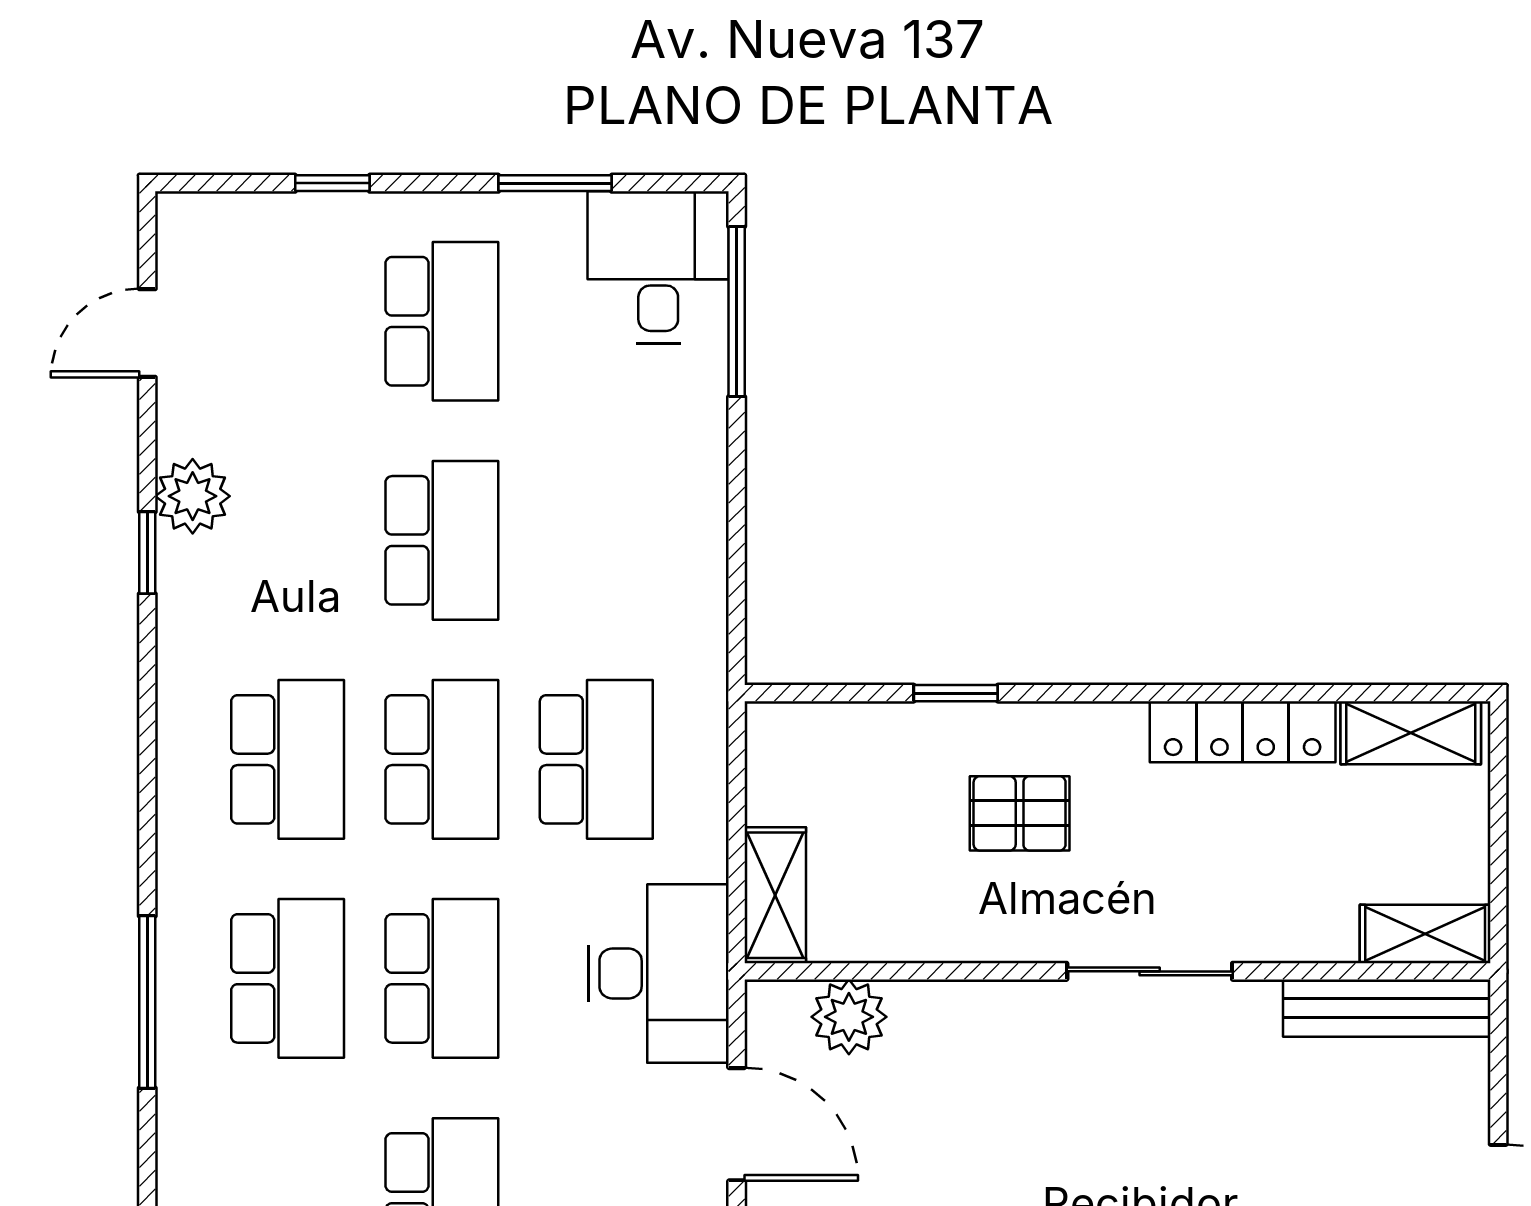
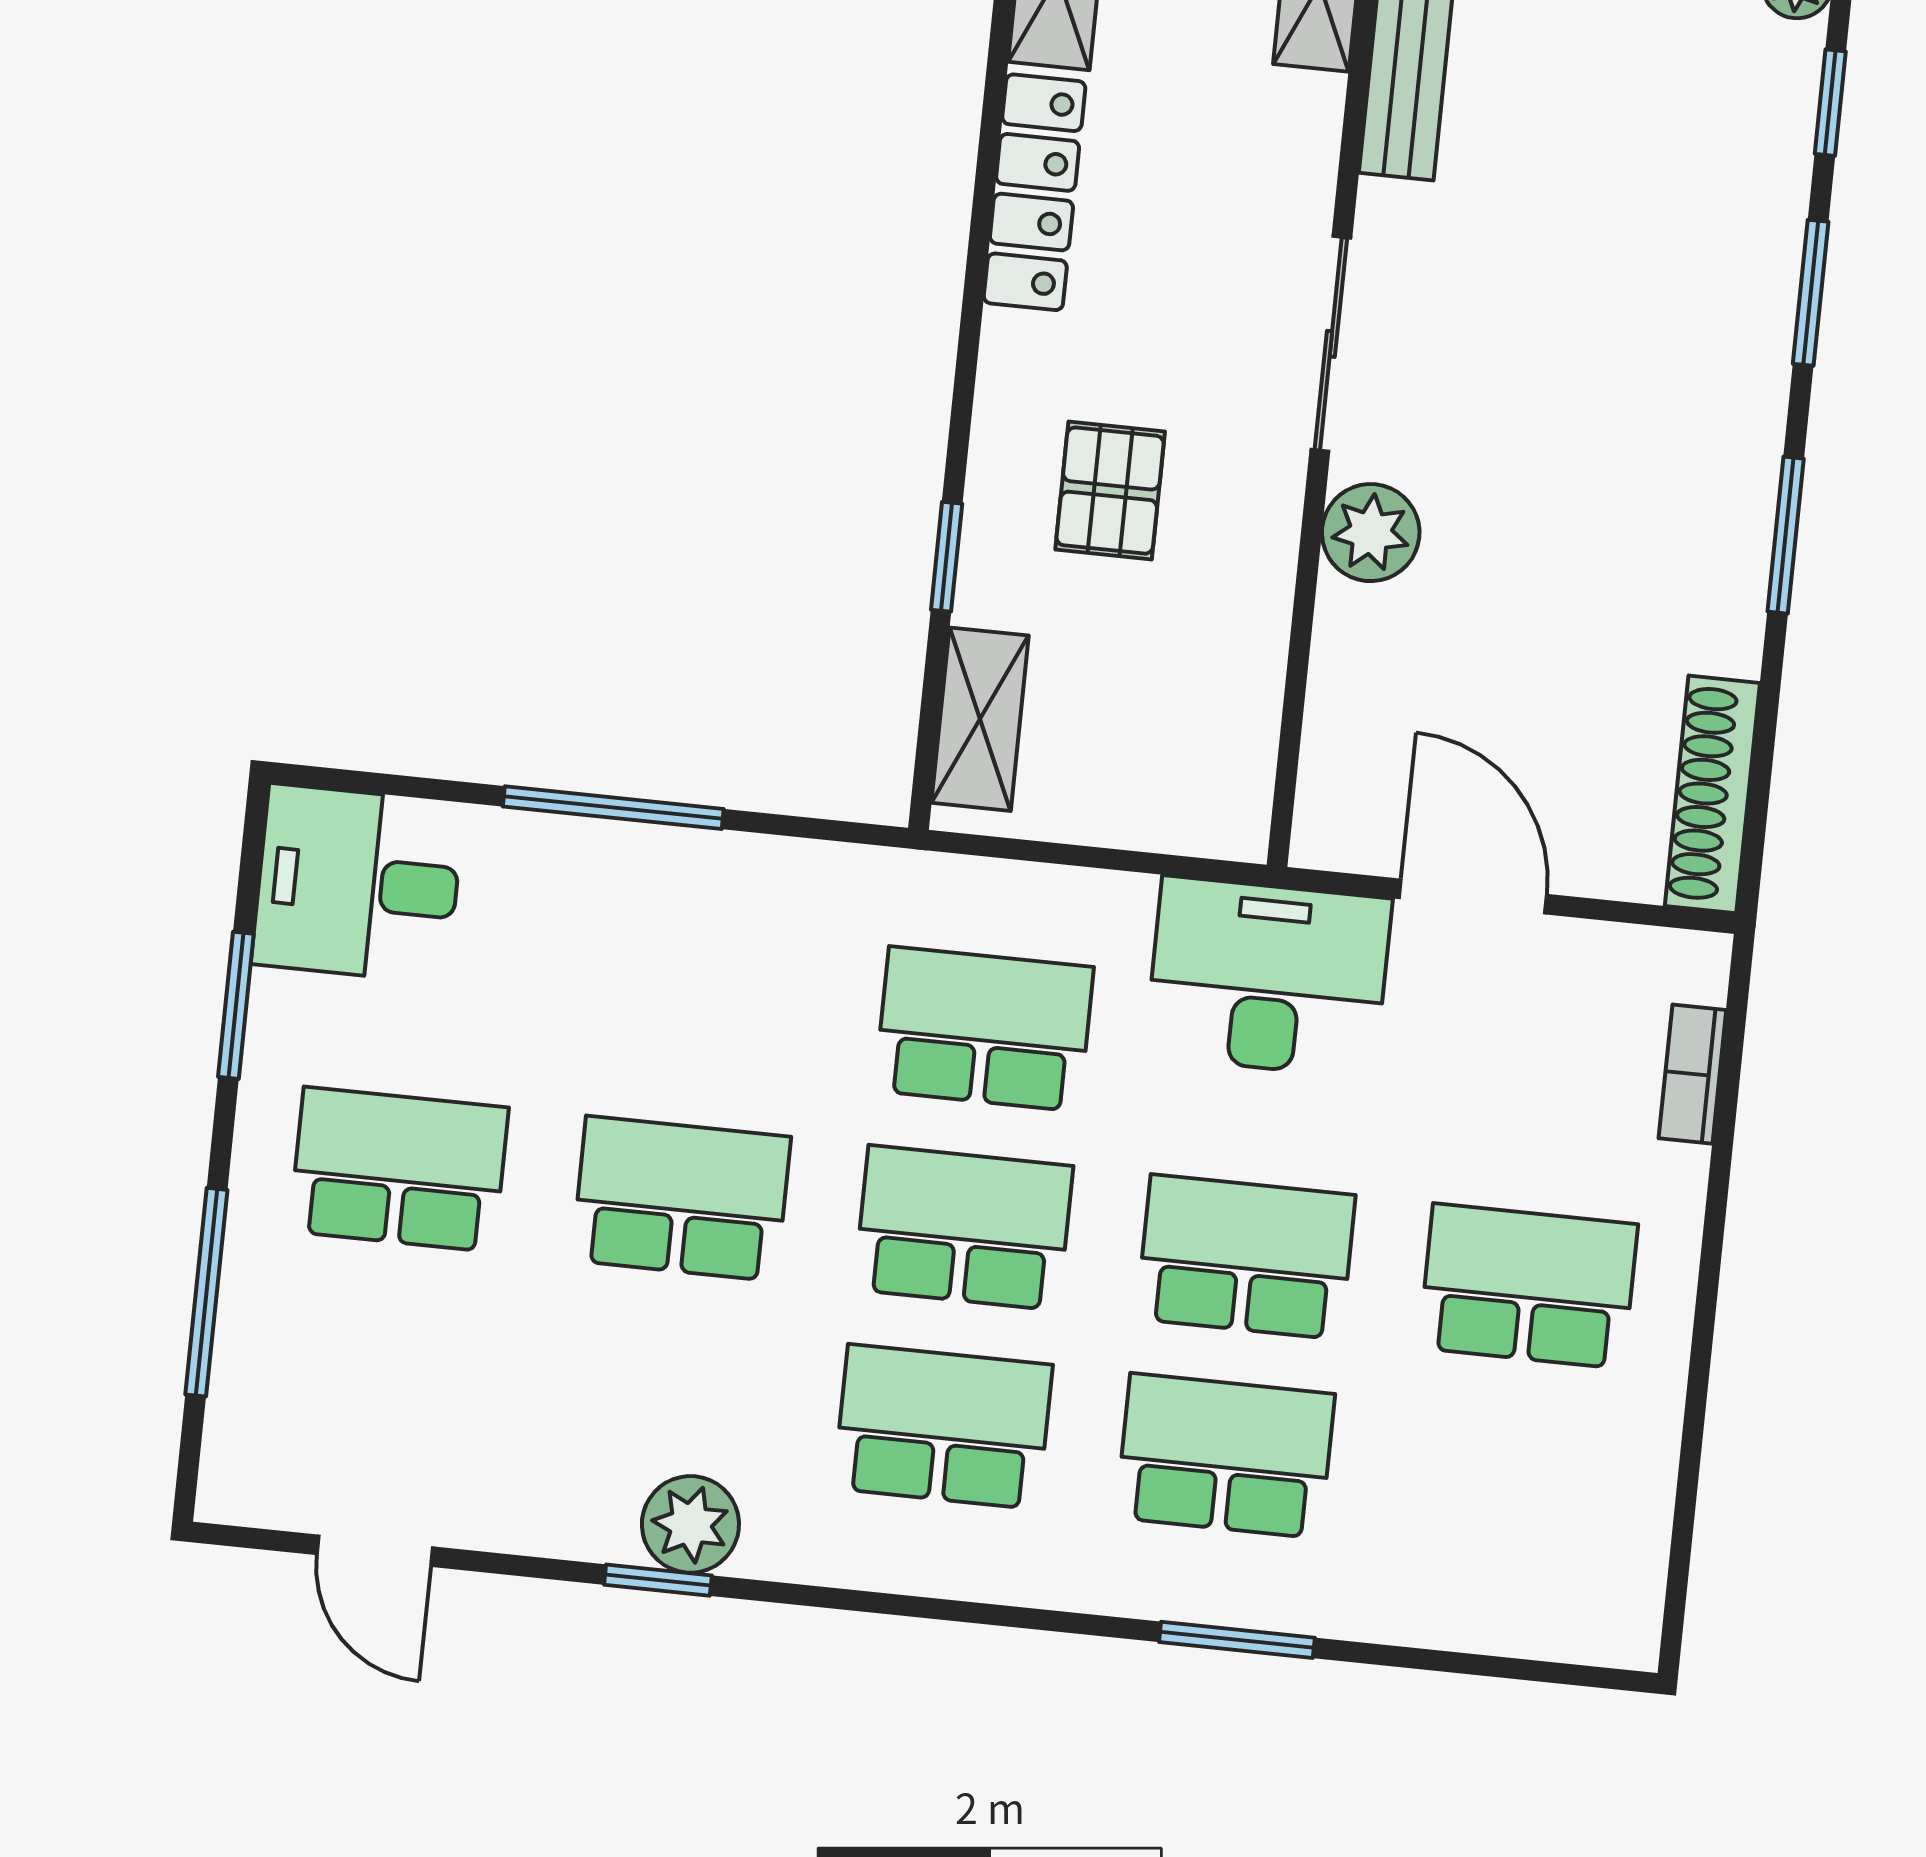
window: (332, 183) -> (206, 1292), width x2.17
window: (737, 312) -> (613, 808), moved
plant: (193, 496) -> (690, 1524), moved
shelving: (775, 895) -> (980, 719), moved, turned 90
window: (147, 1002) -> (1237, 1640), width x0.69
plant: (849, 1017) -> (1371, 533), moved
door: (737, 1124) -> (1473, 897), hinge flipped

